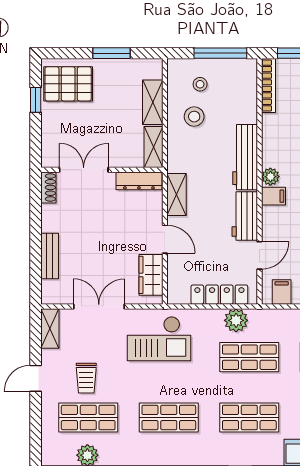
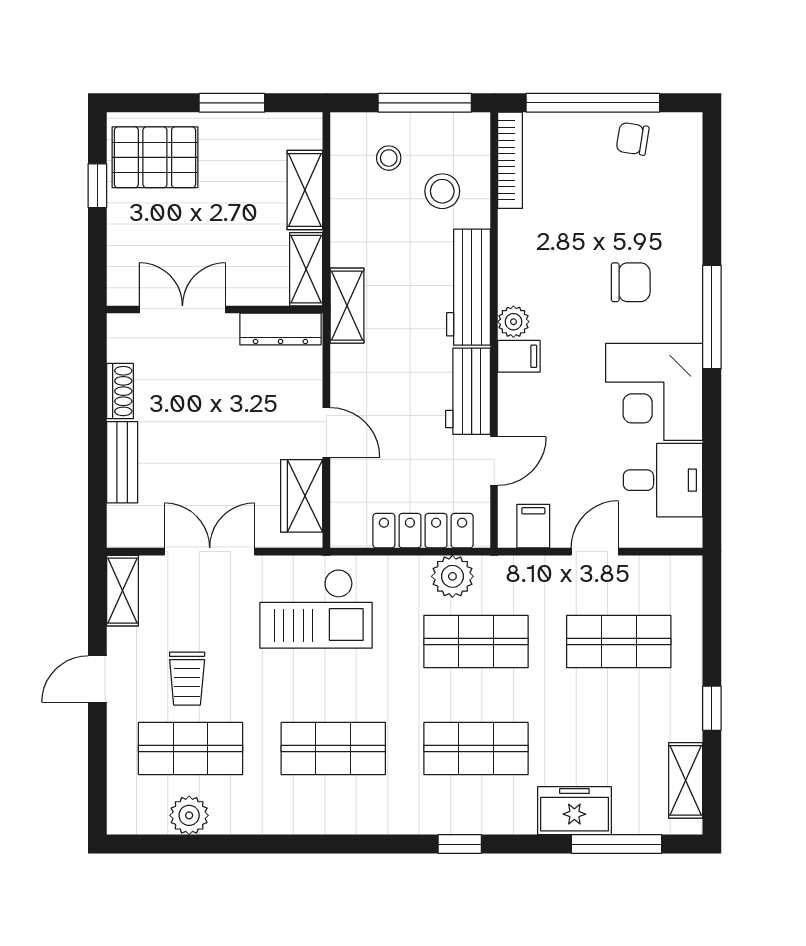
stool: (194, 117) -> (442, 191), moved
shoe rack: (48, 187) -> (120, 391), moved
shelving: (176, 195) -> (347, 306), moved

